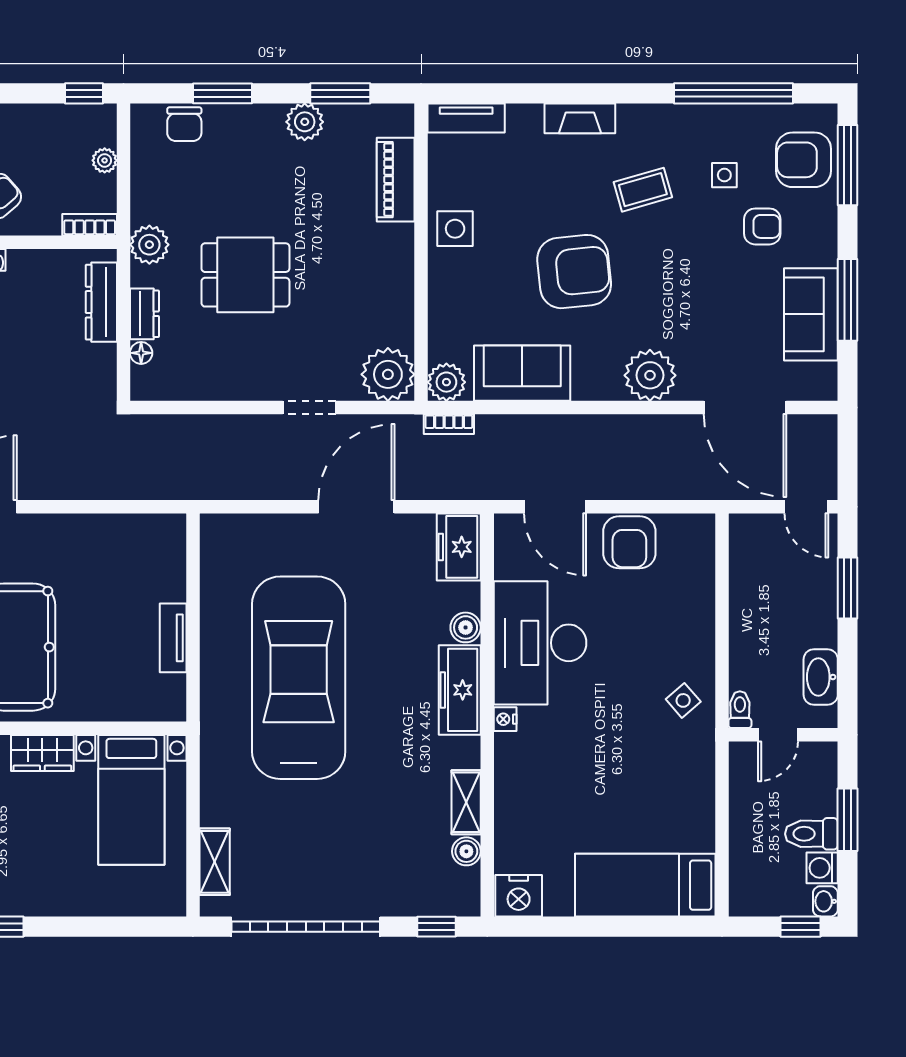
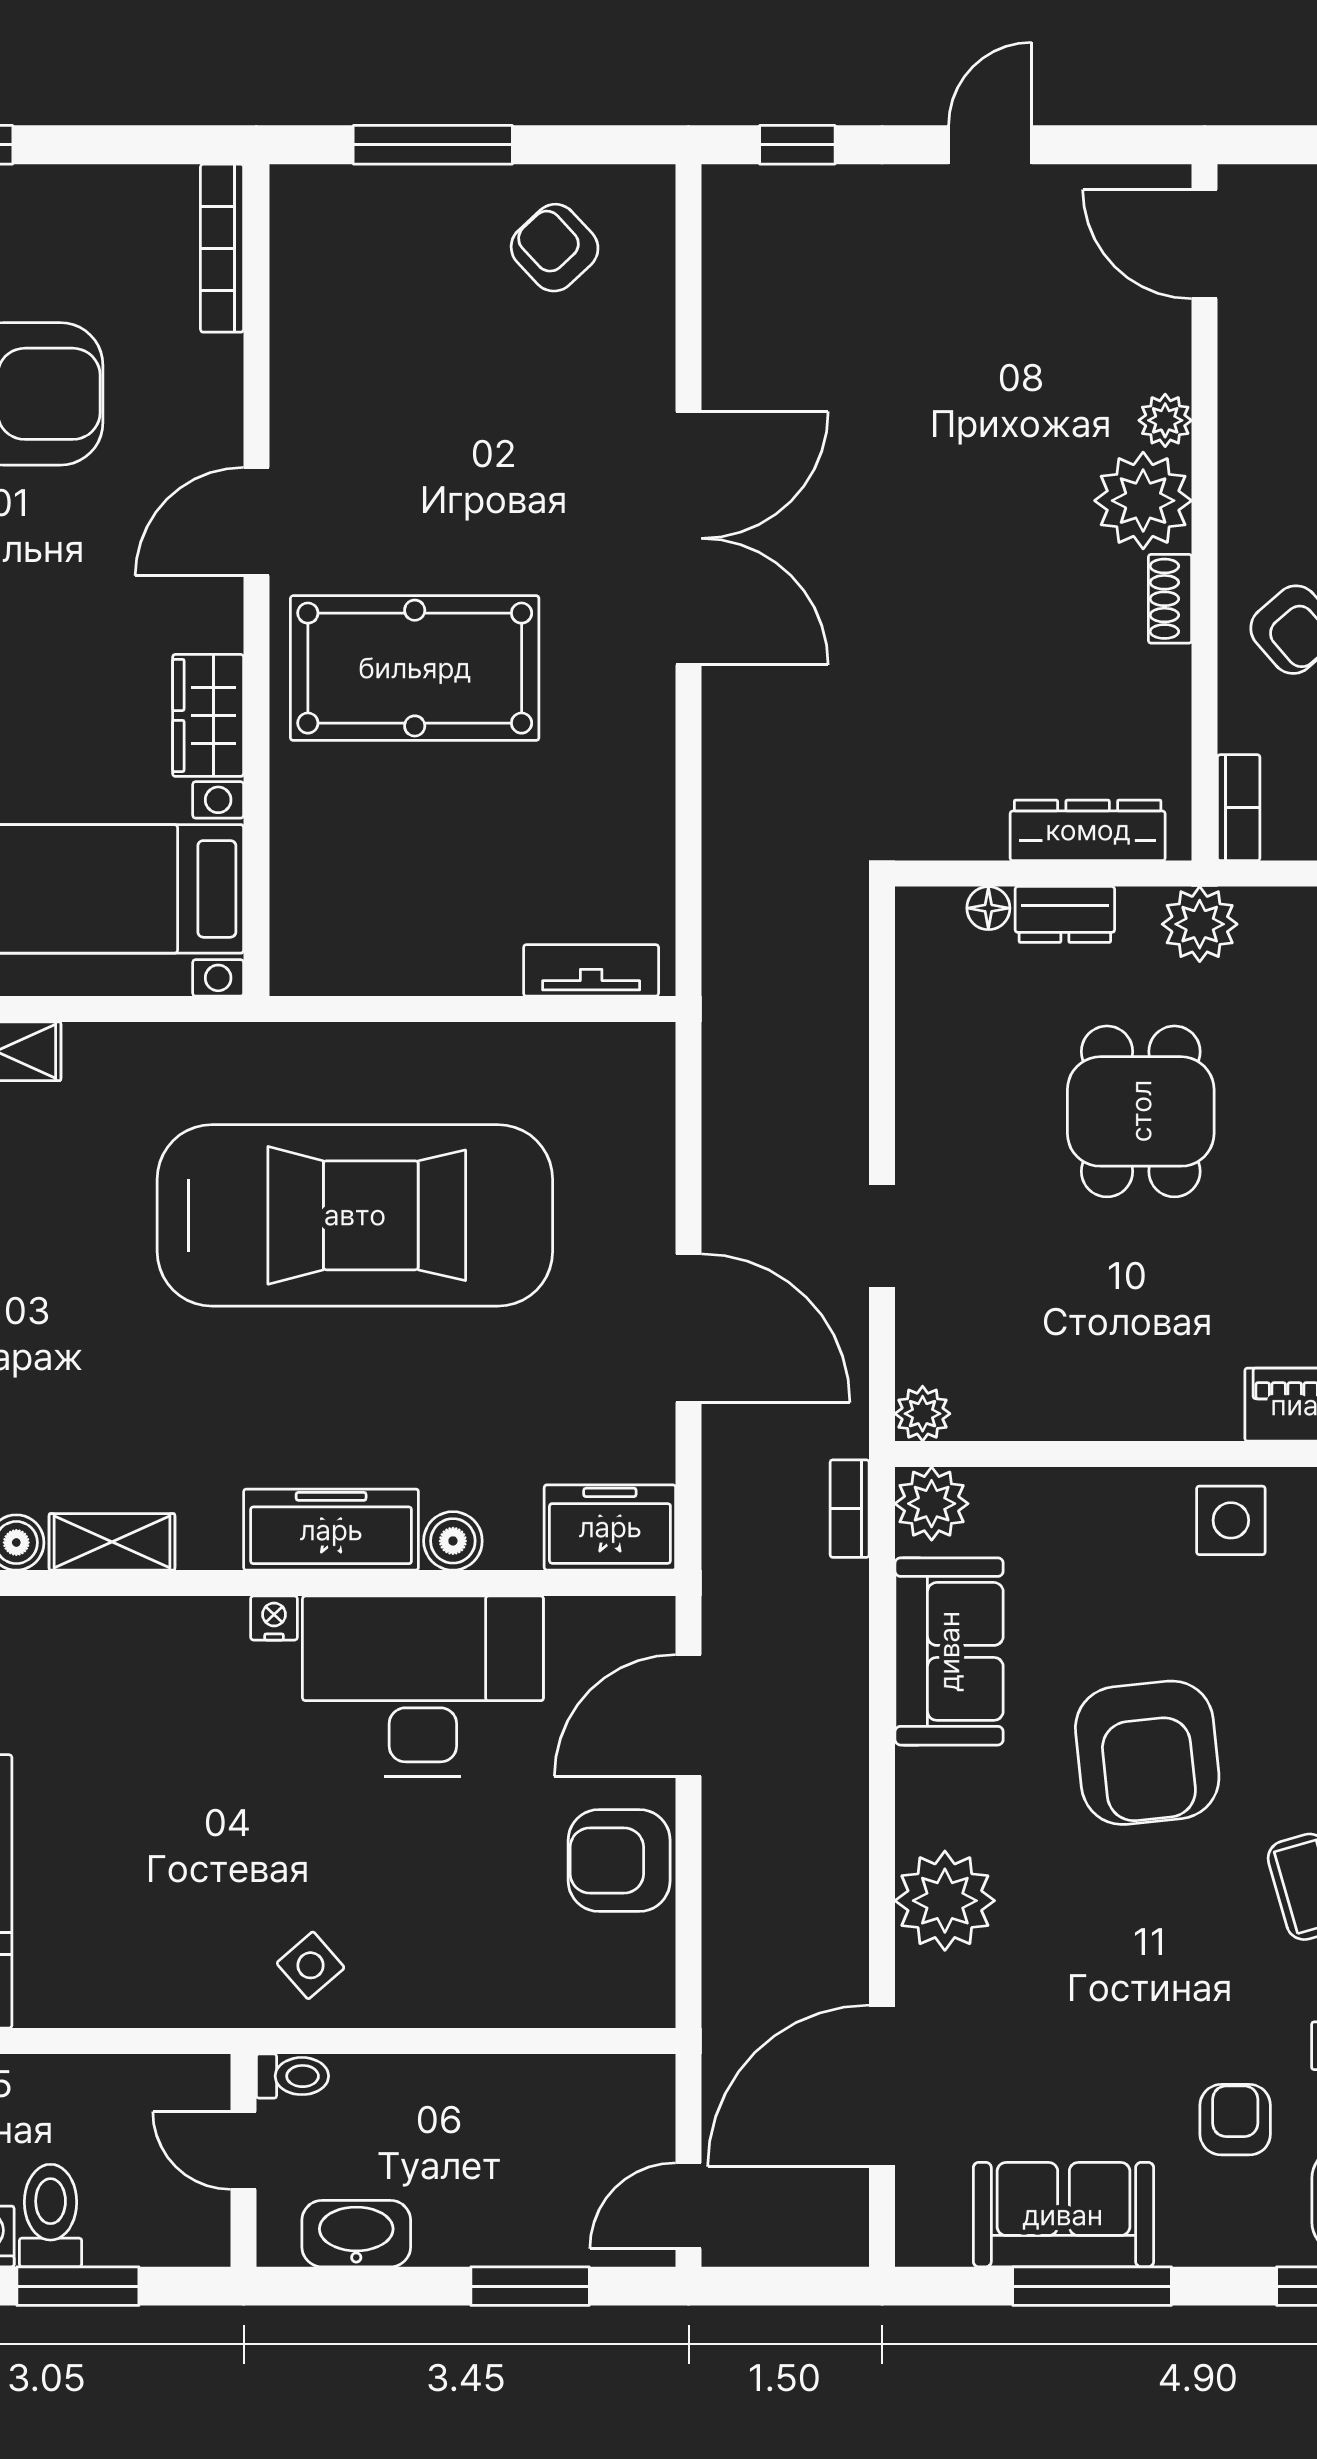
armchair: (762, 226) -> (1235, 2120), turned 180
plant: (388, 374) -> (923, 1414), width x0.53, depth x0.53
tv unit: (173, 638) -> (591, 970), moved

